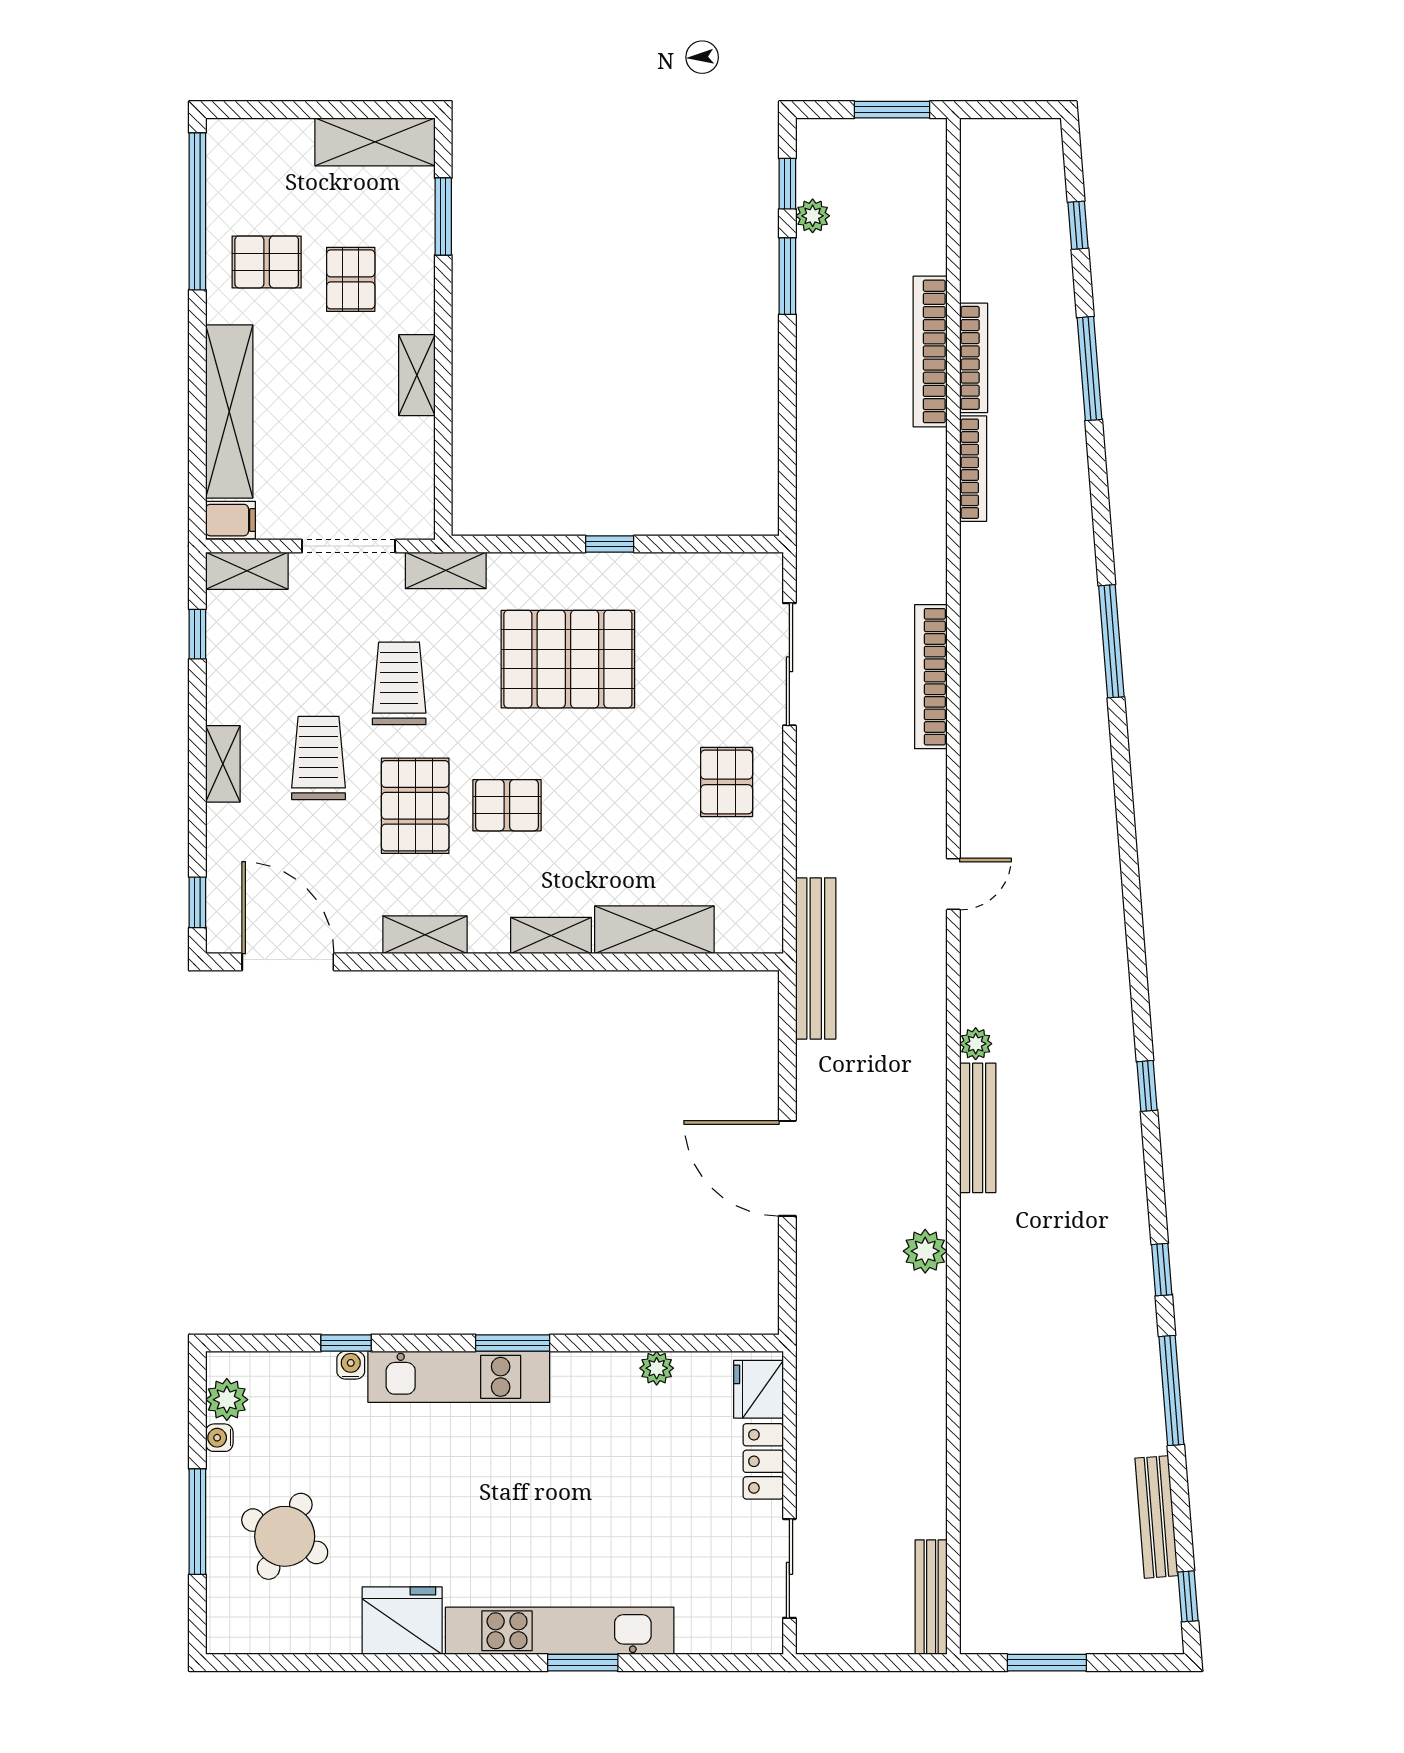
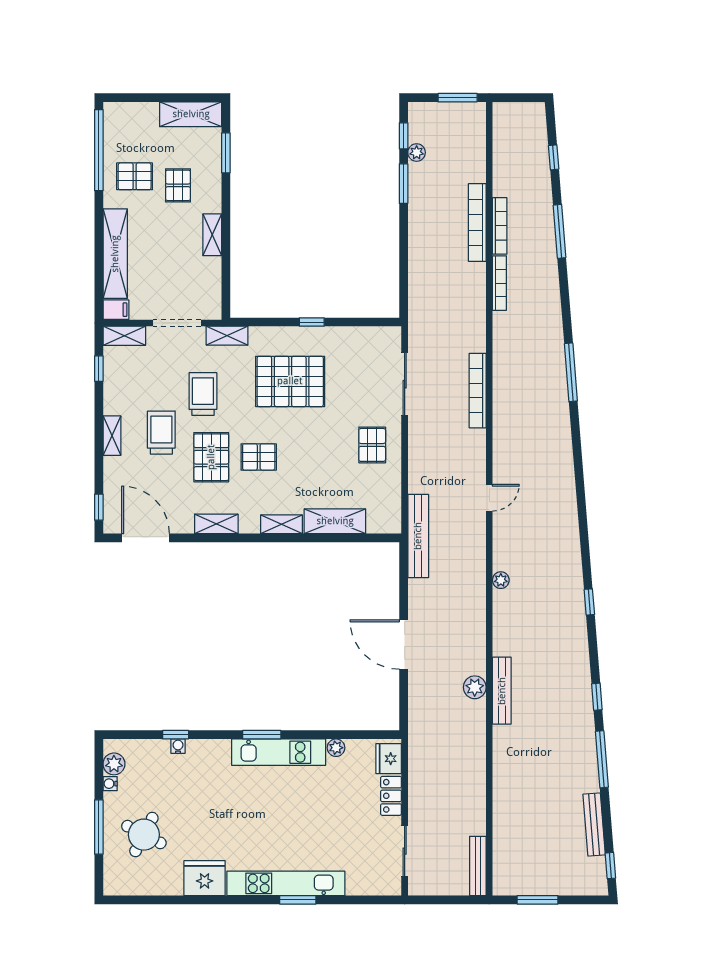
bench: (978, 1128) -> (502, 691), moved
kitchen unit: (459, 1377) -> (279, 752), moved

